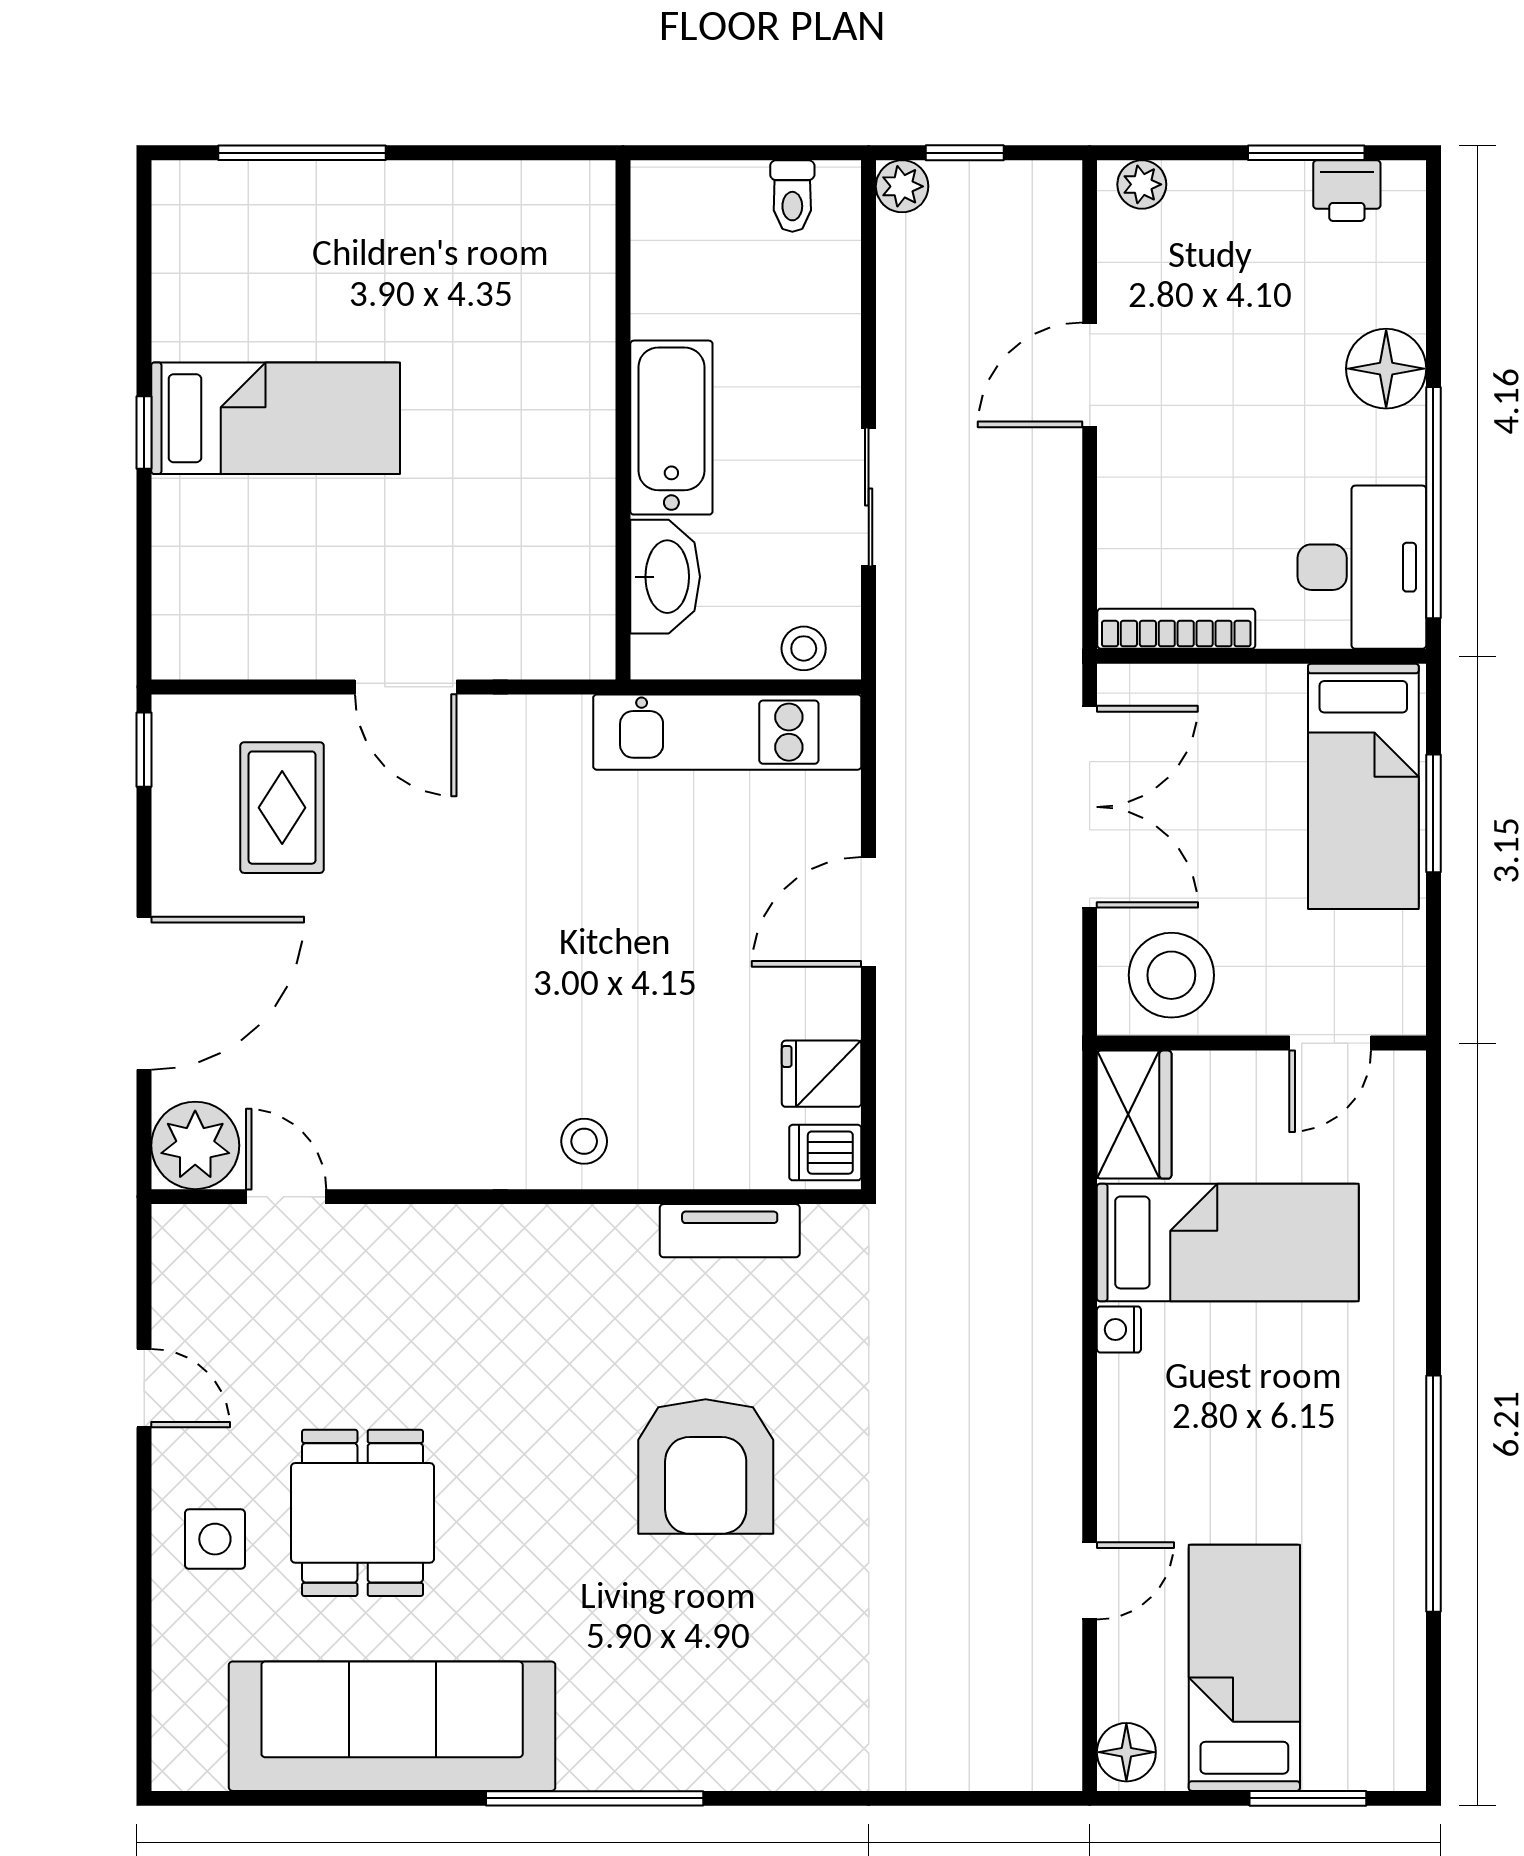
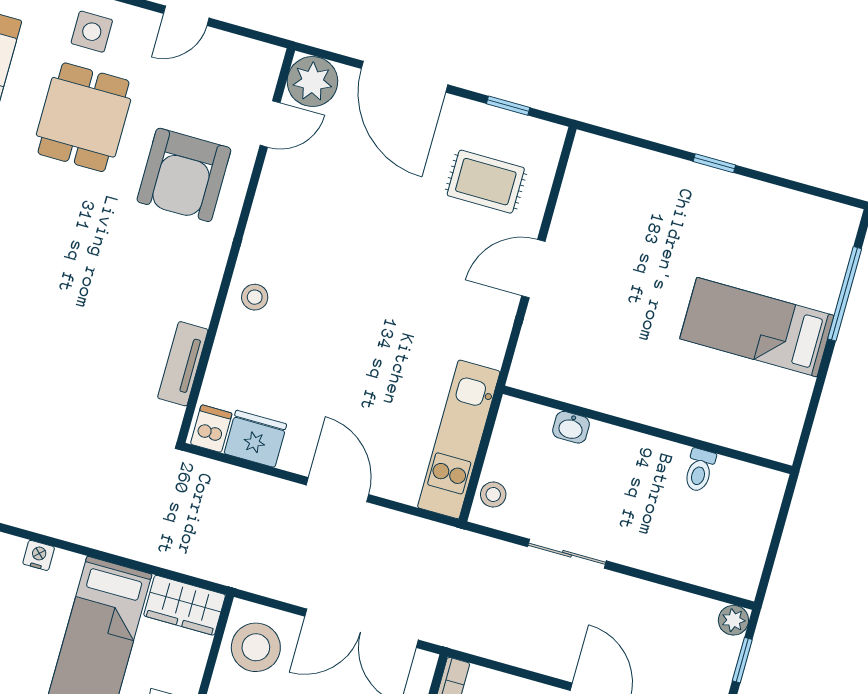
toilet: (792, 196) -> (700, 470), moved, turned -90
bed: (276, 418) -> (757, 327), moved, turned 90
bathtub: (671, 428) -> (636, 455), removed
washbasin: (665, 577) -> (571, 427), width x0.52, depth x0.69
window: (144, 750) -> (508, 106), moved
fridge: (822, 1074) -> (255, 439), width x1.38
nightstand: (1119, 1329) -> (39, 555), moved
armchair: (706, 1467) -> (184, 175), moved, turned -90
dining table: (363, 1513) -> (83, 117), turned 90

